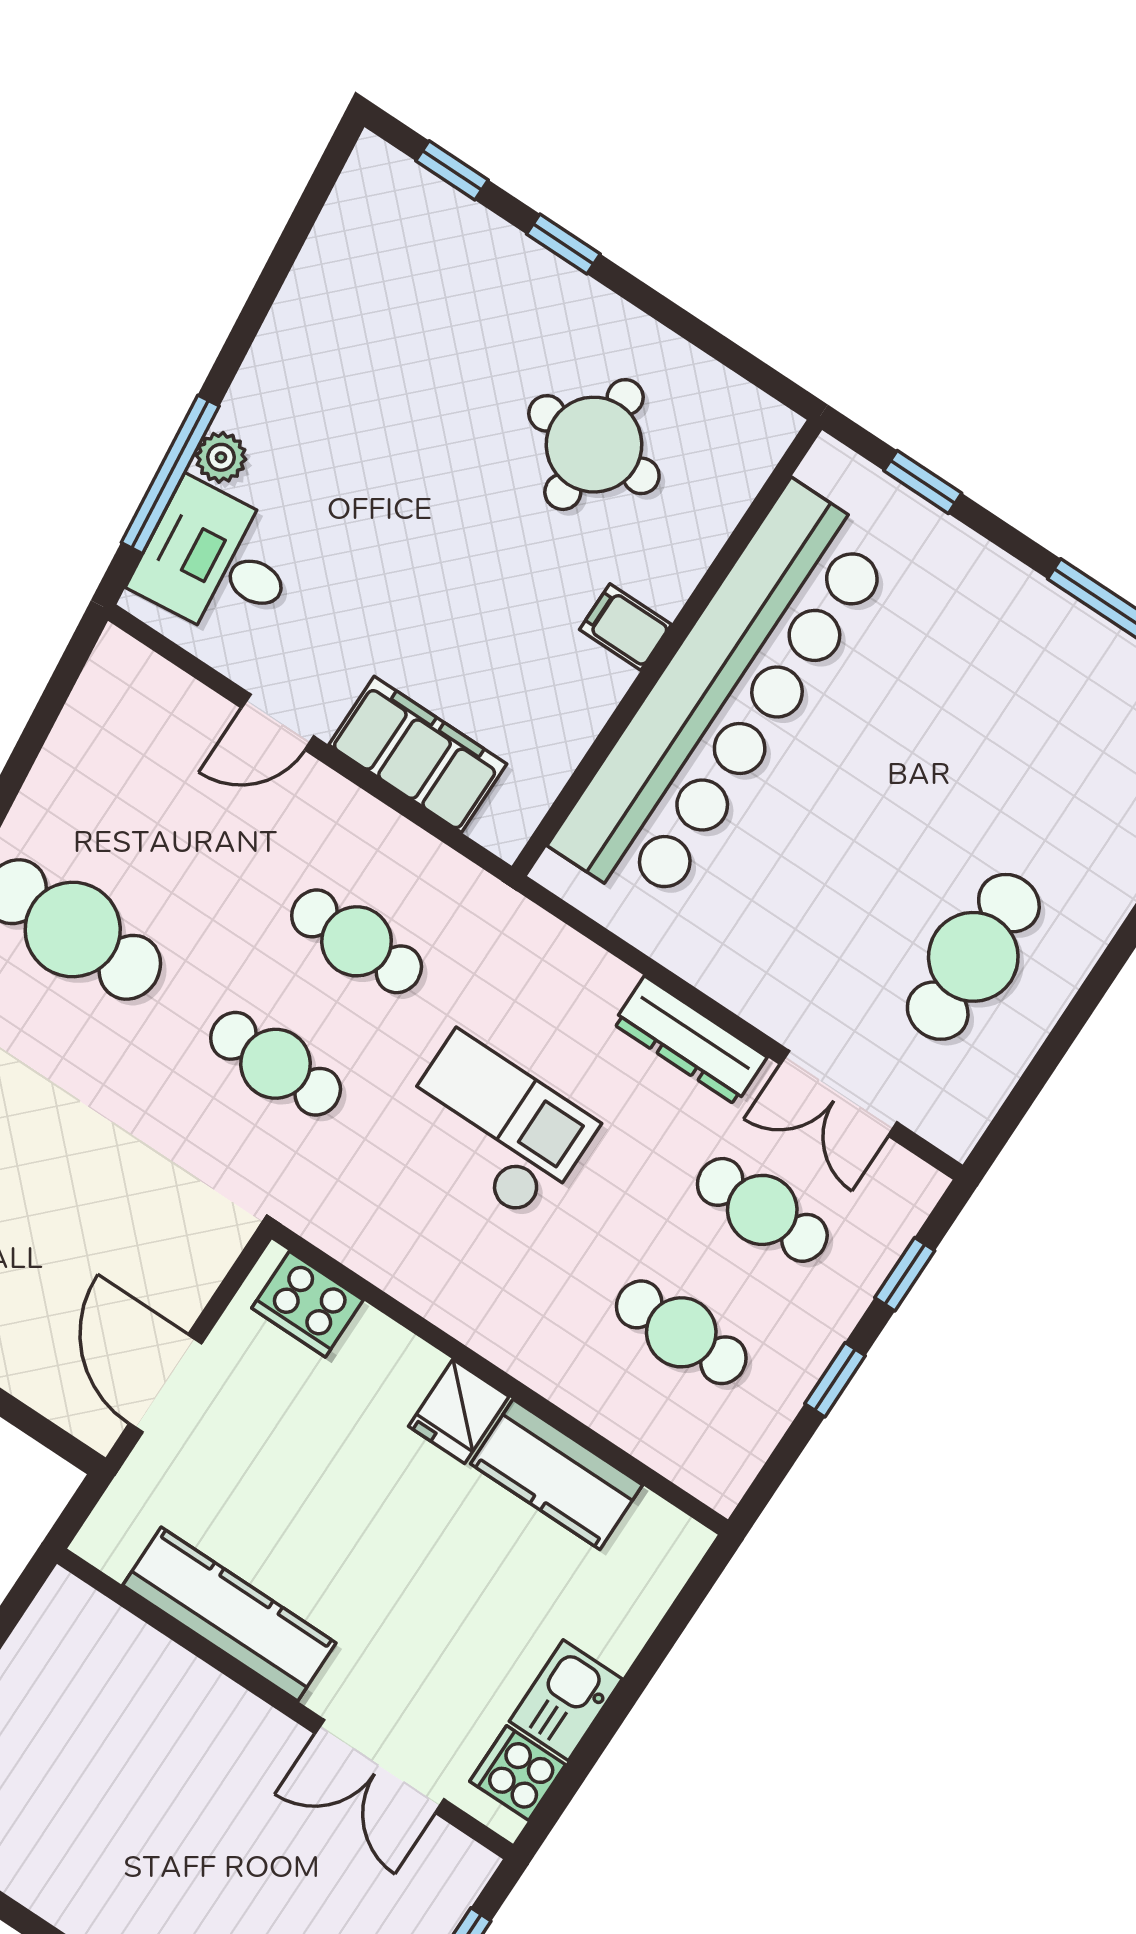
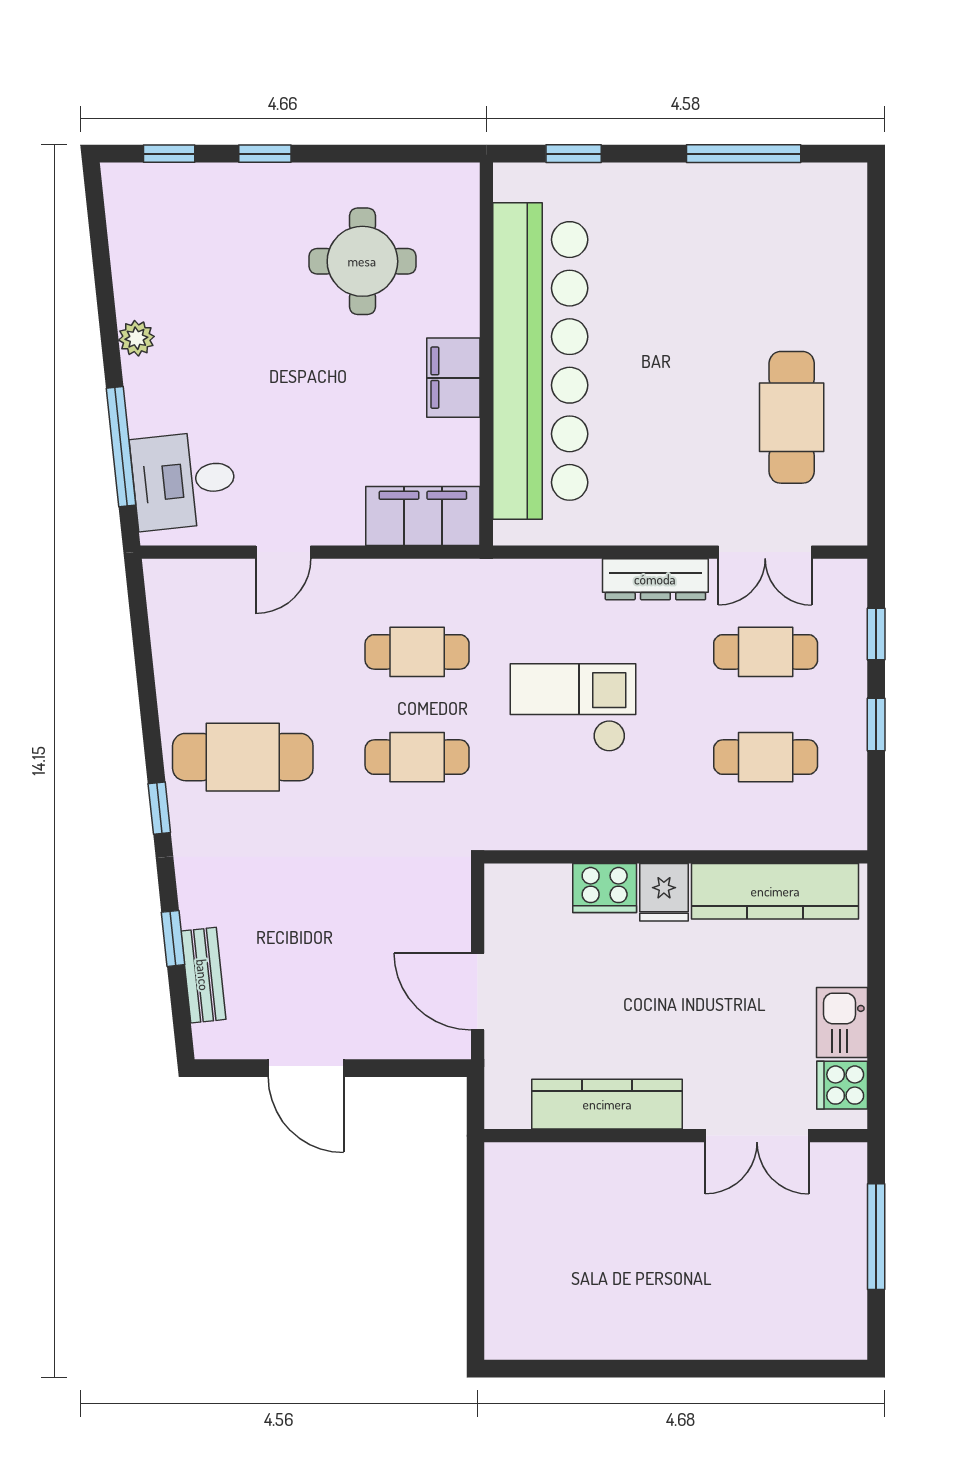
plant: (221, 457) -> (136, 338), moved
filing cabinet: (625, 627) -> (453, 378), width x2.00
filing cabinet: (418, 754) -> (423, 516), moved
cooker: (307, 1304) -> (605, 888), moved
kitchen counter: (556, 1474) -> (775, 891), width x1.50

